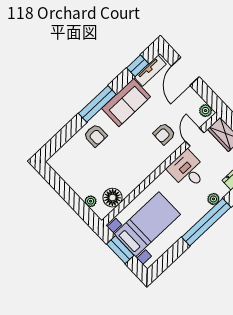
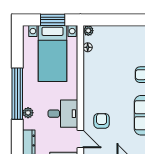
floor lamp: (113, 198) -> (88, 47), width x0.53, depth x0.53
plant: (91, 201) -> (88, 31), moved

